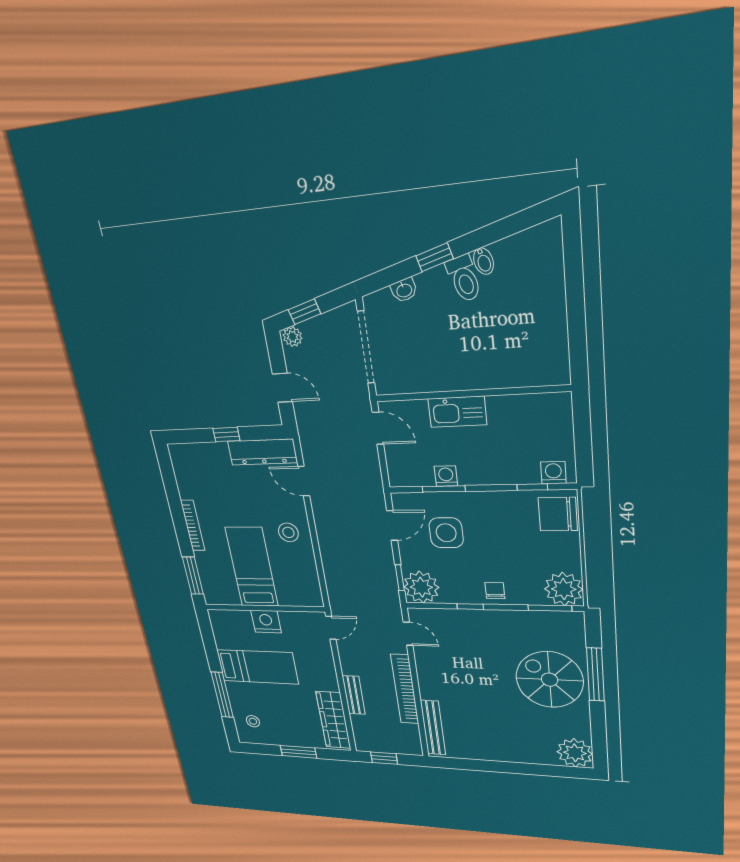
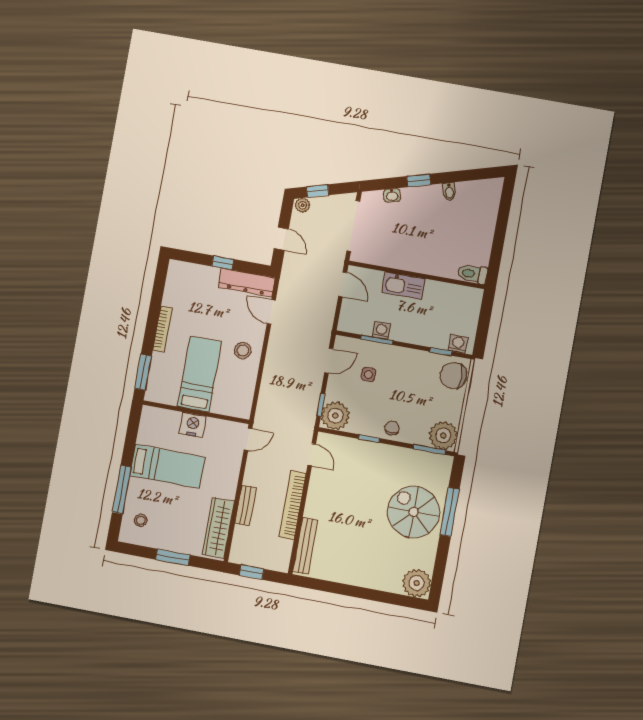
toilet: (464, 279) -> (472, 274), moved, turned 106
side table: (446, 533) -> (368, 374), width x0.54, depth x0.54

